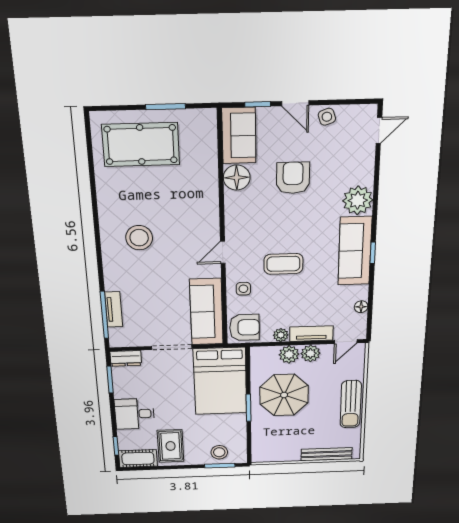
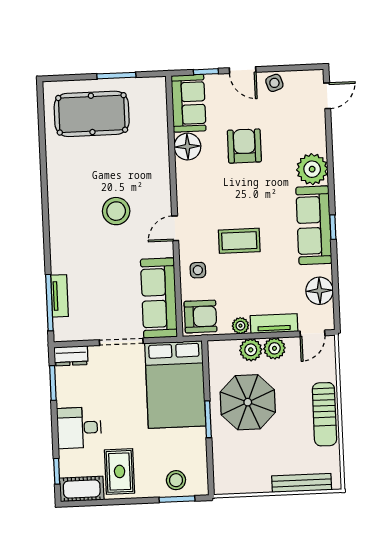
stool: (139, 238) -> (116, 211), moved
floor lamp: (361, 307) -> (320, 291), width x1.89, depth x1.89

